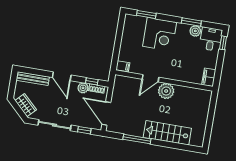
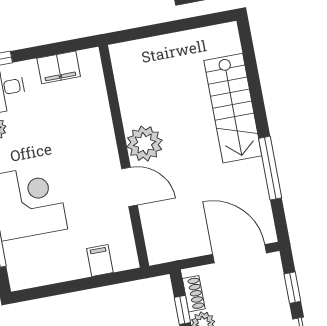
filing cabinet: (123, 66) -> (100, 260), moved
filing cabinet: (209, 77) -> (59, 67), moved
door: (106, 114) -> (240, 254), swing flipped

